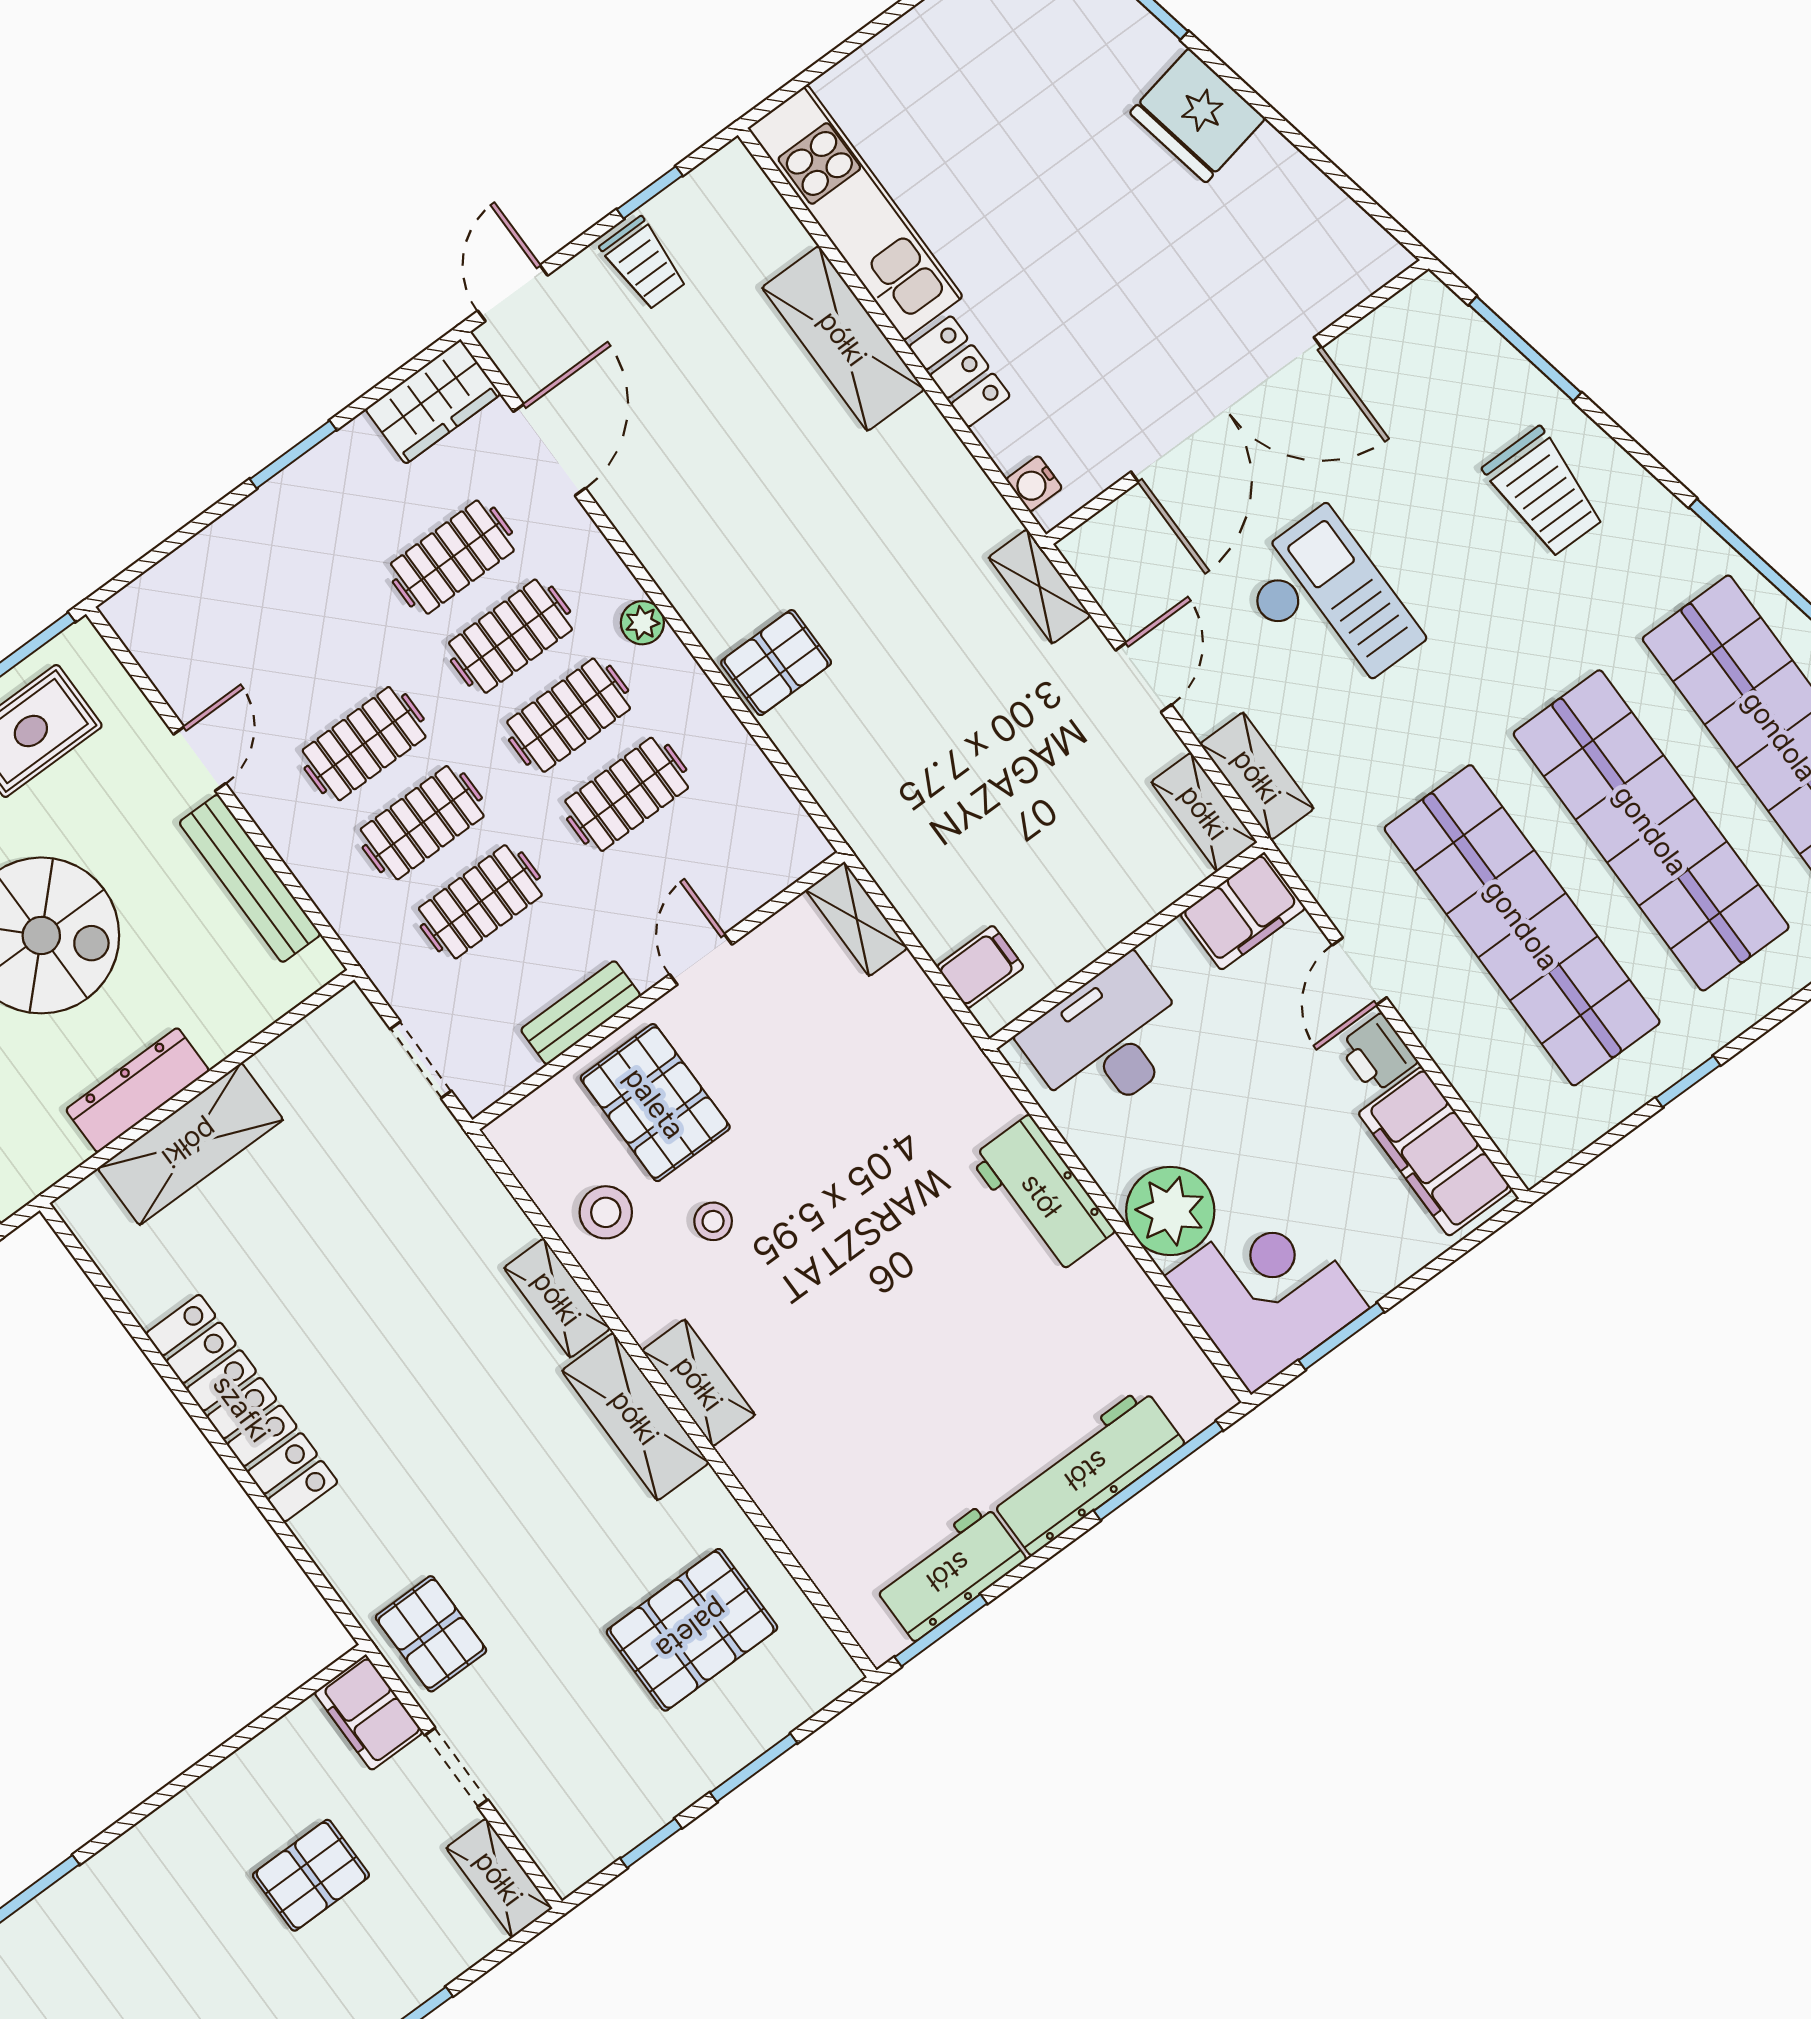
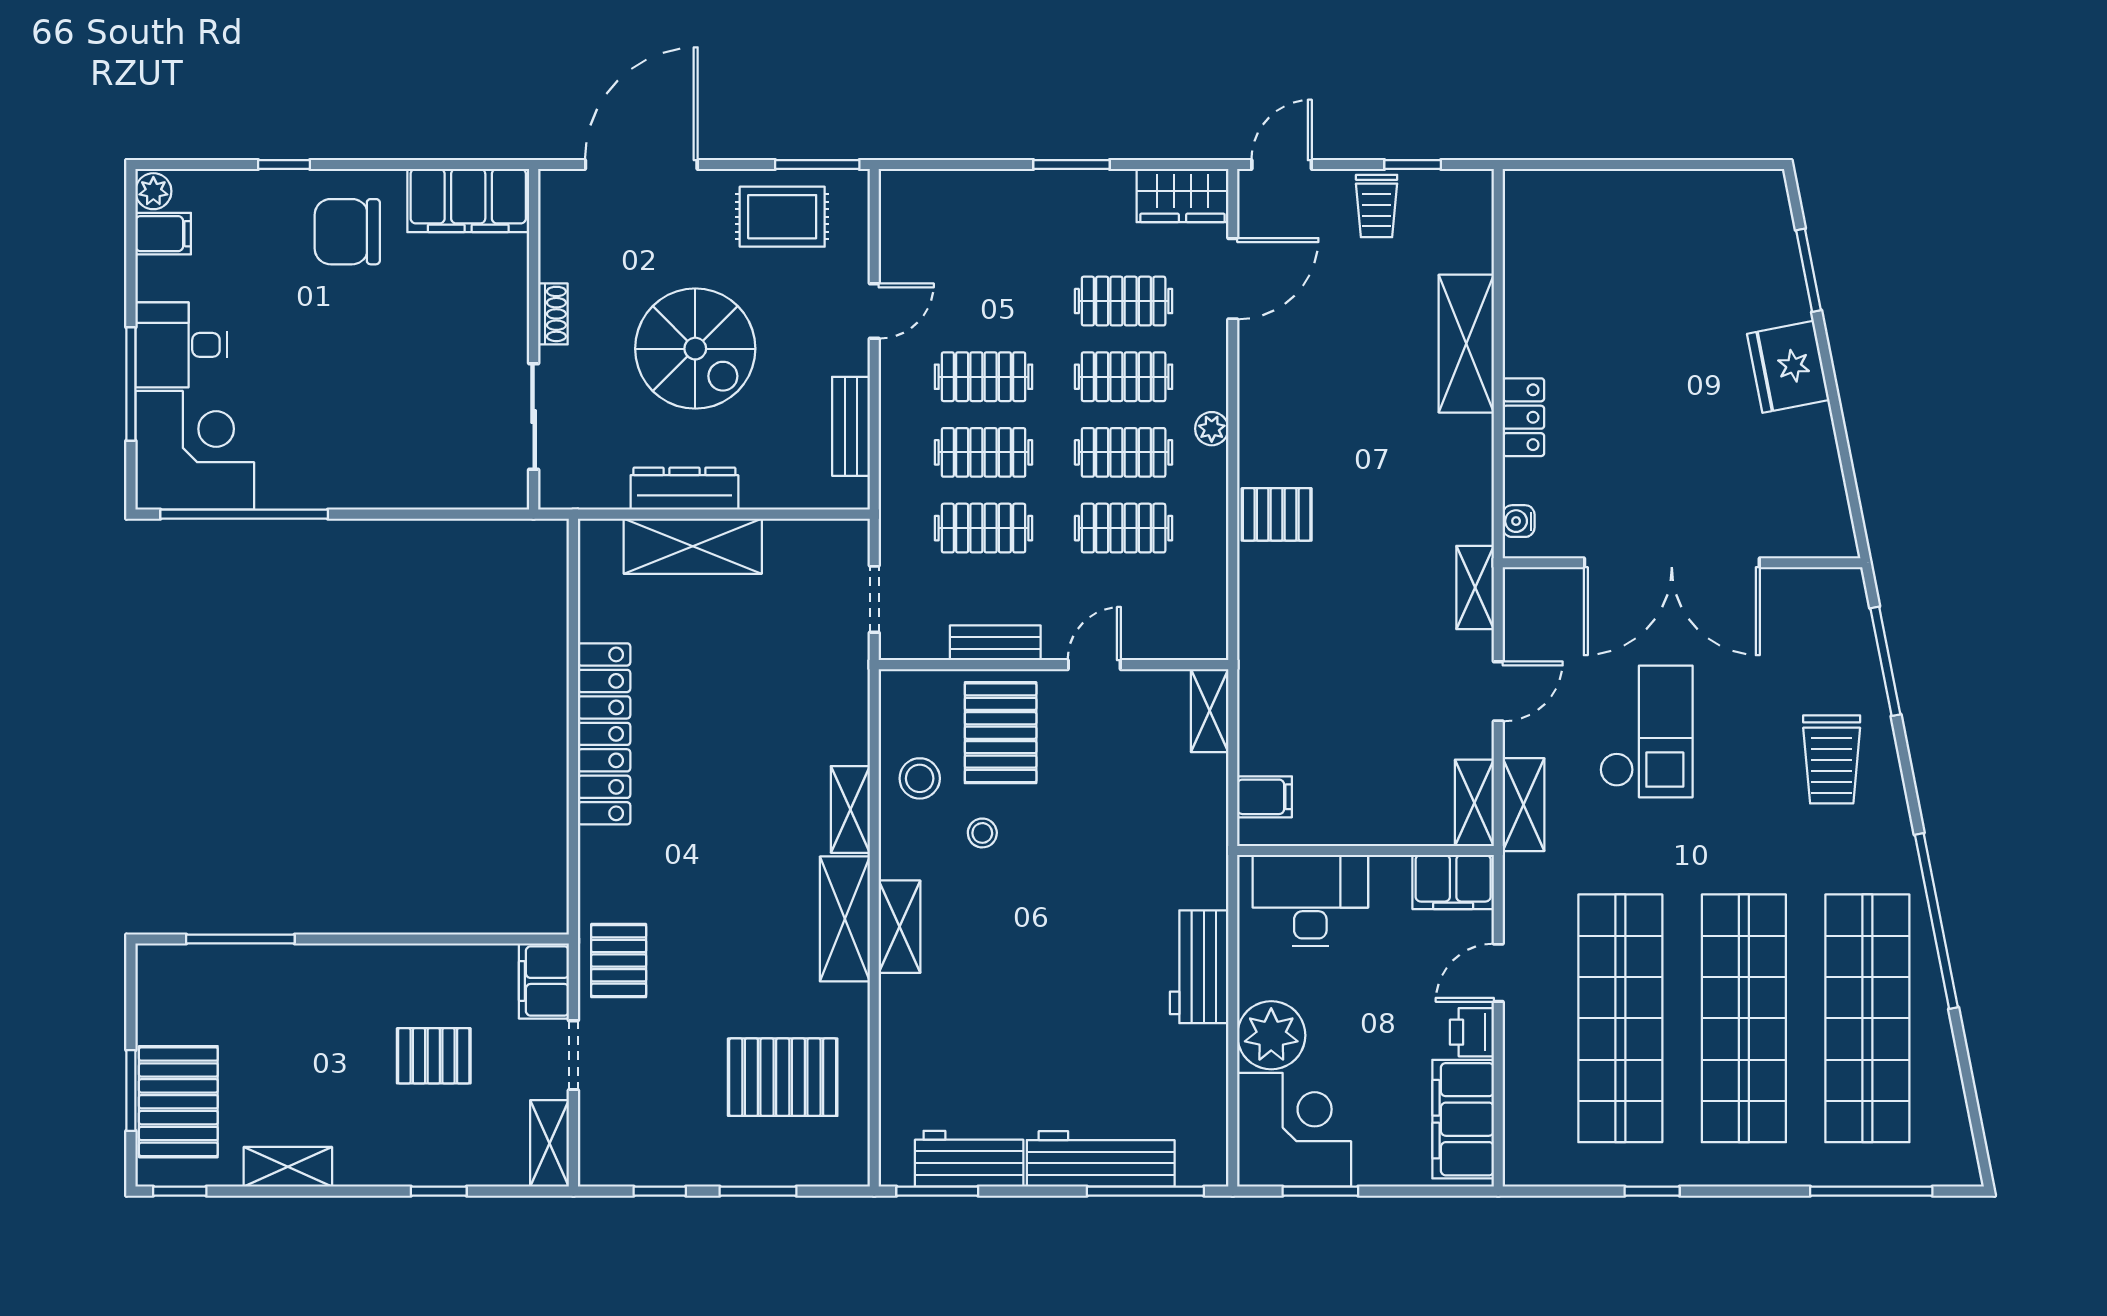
kitchen unit: (855, 212) -> (1531, 271), removed
bench: (250, 878) -> (851, 426), width x0.73

